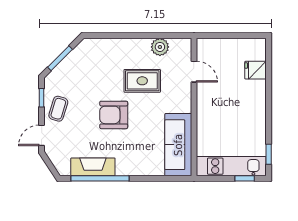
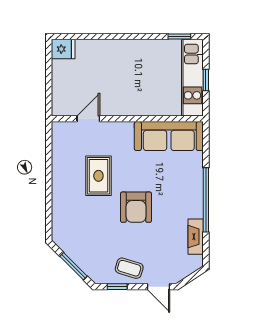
plant: (160, 47) -> (61, 156), removed
fridge: (255, 70) -> (63, 49), moved, turned -90
fireplace: (93, 167) -> (196, 237), width x0.73, depth x0.76
window: (100, 178) -> (206, 200), moved
window: (245, 178) -> (206, 80), moved

